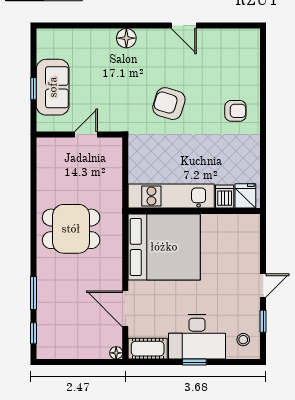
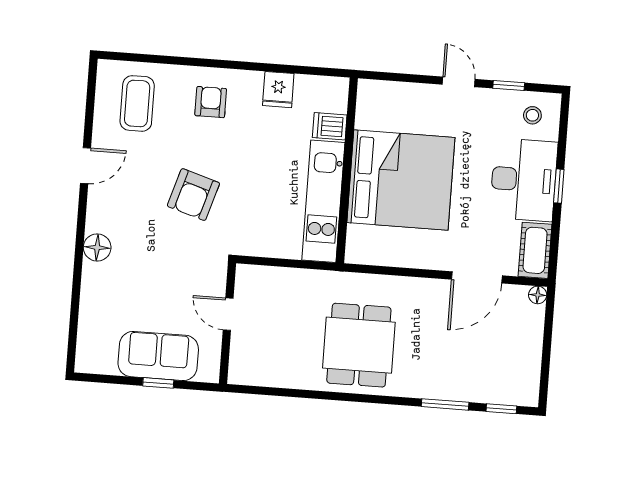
coffee table: (231, 59) -> (137, 103), added
fridge: (245, 196) -> (278, 90), moved, turned -90
bed: (164, 247) -> (401, 180), moved, turned 90

